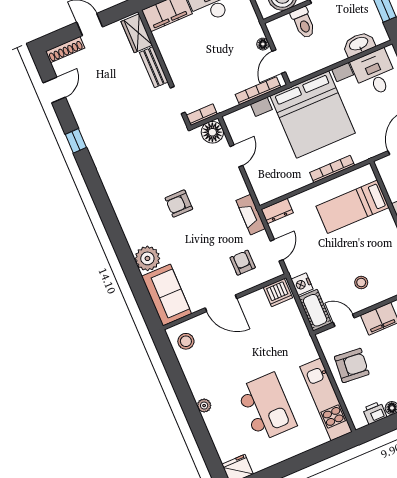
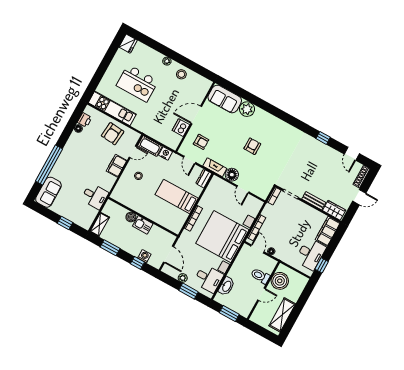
floor lamp: (212, 132) -> (232, 175), moved
bed: (353, 207) -> (177, 196), moved, turned -90
dishwasher: (278, 293) -> (181, 128), moved
stool: (186, 341) -> (181, 74), moved

